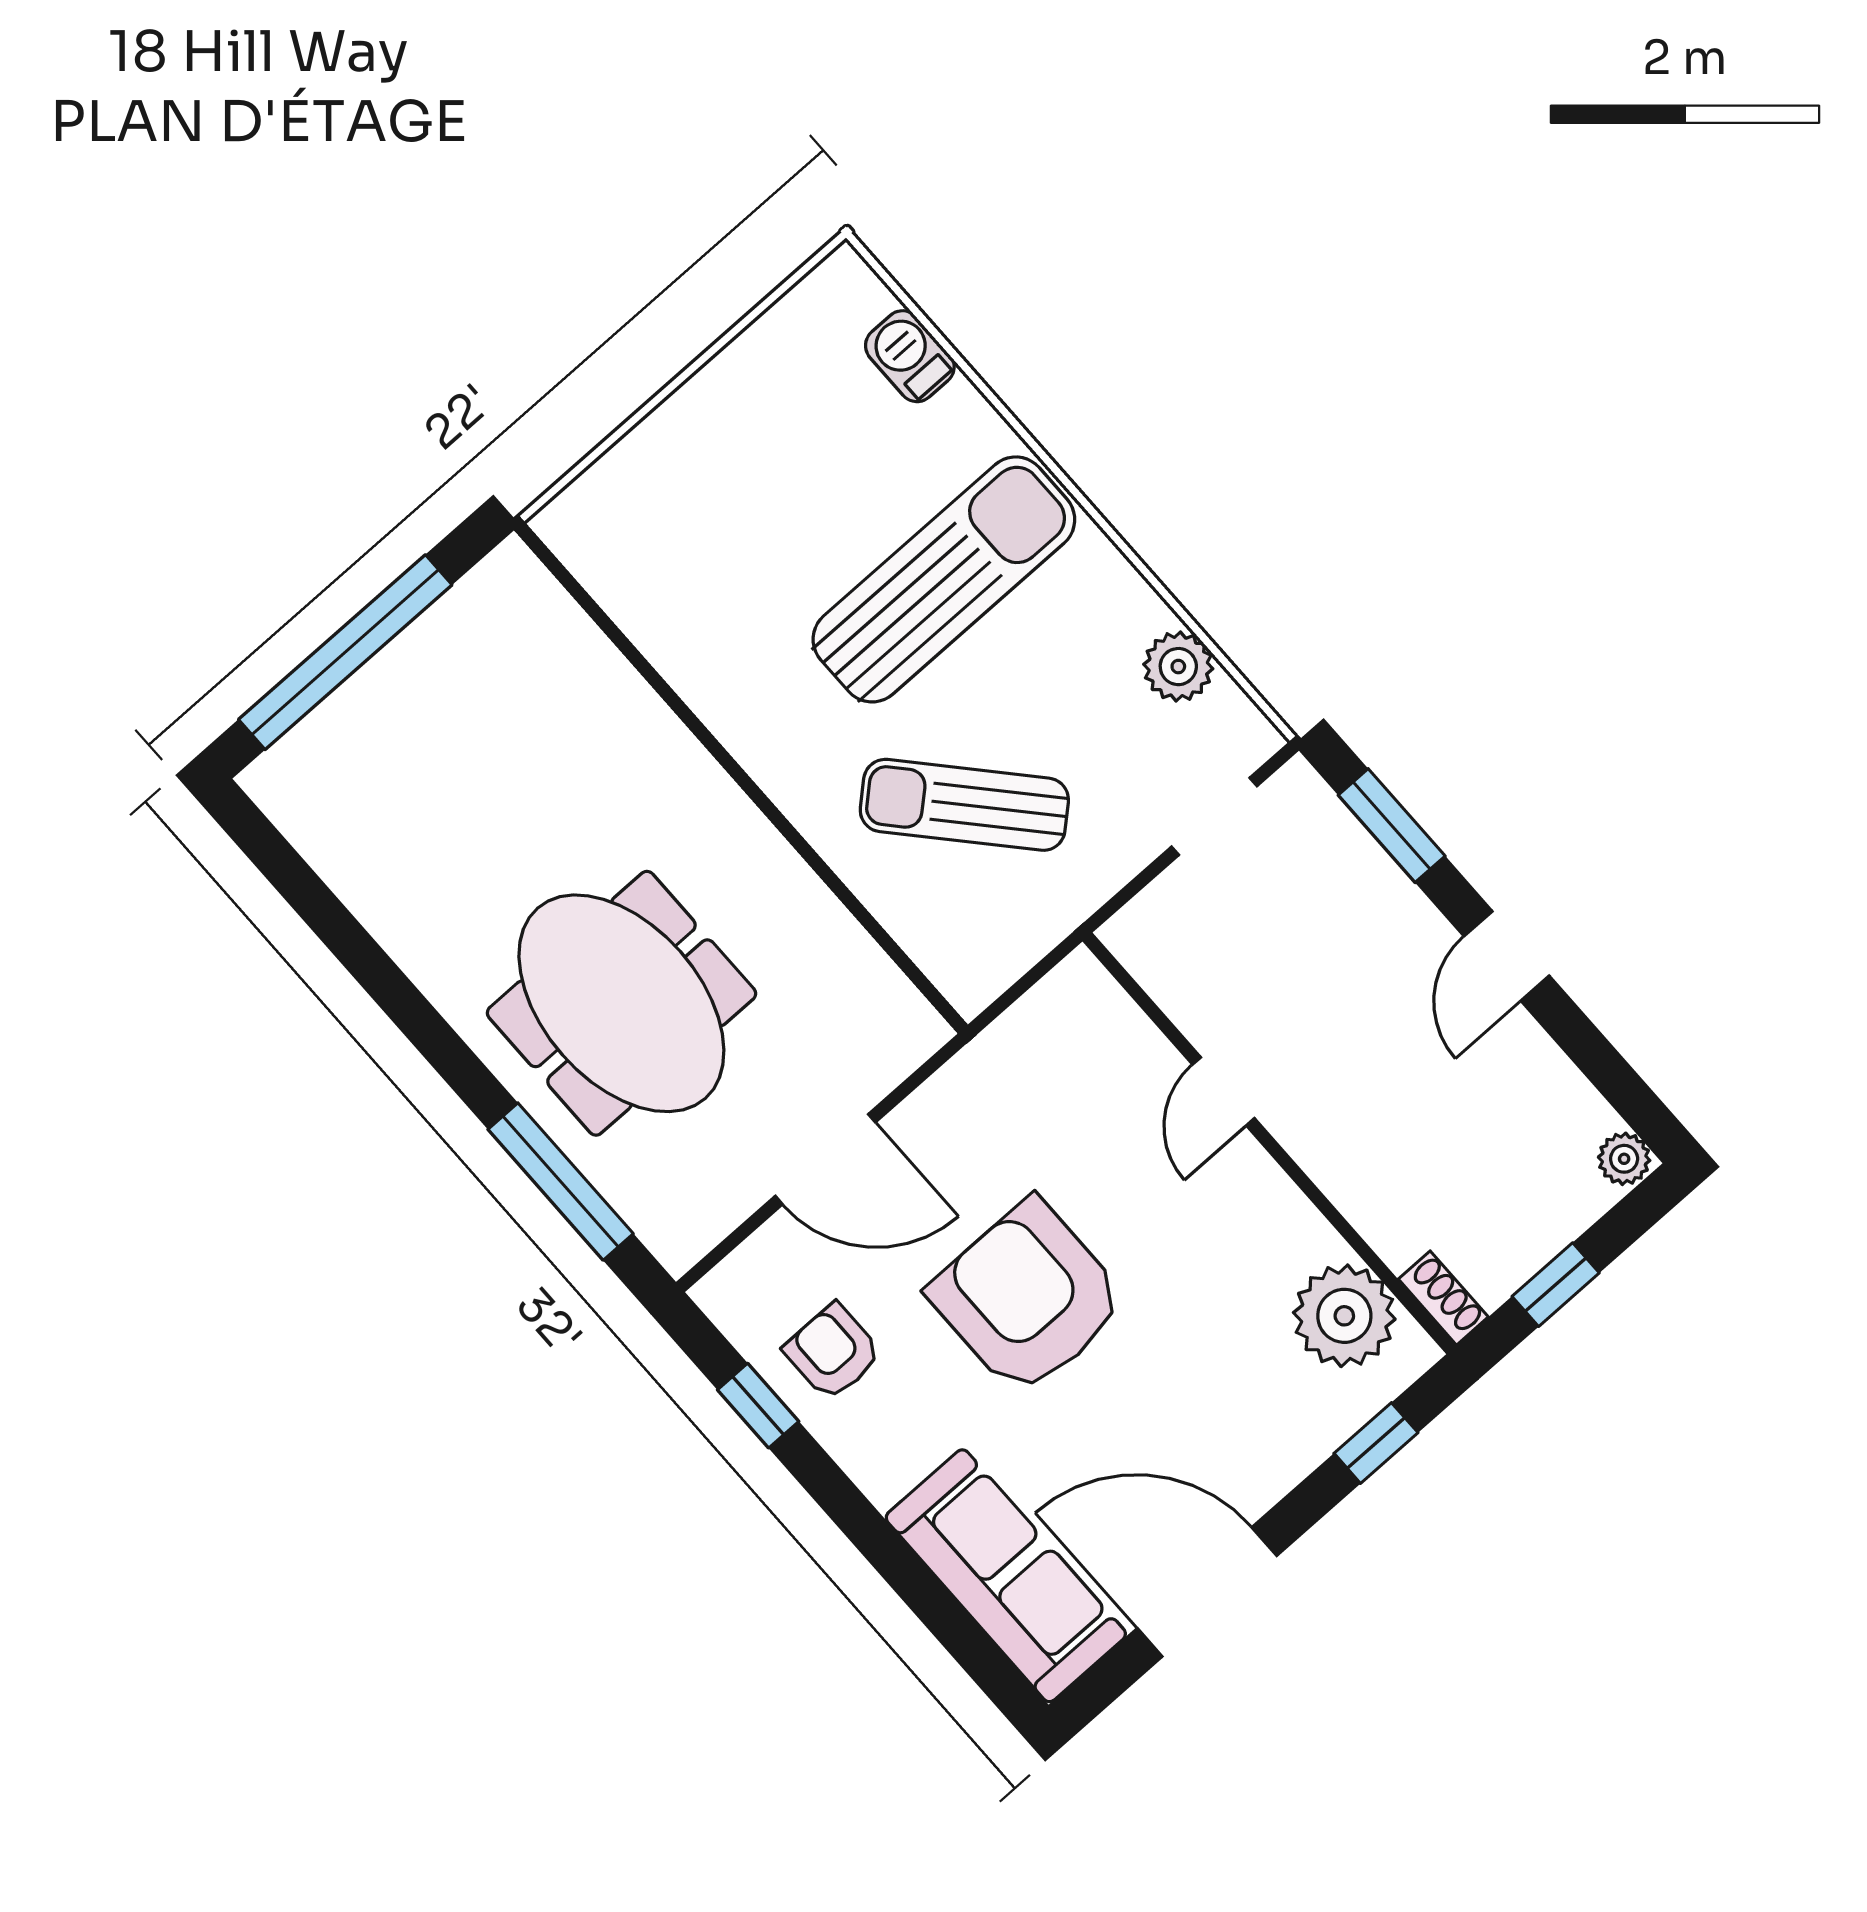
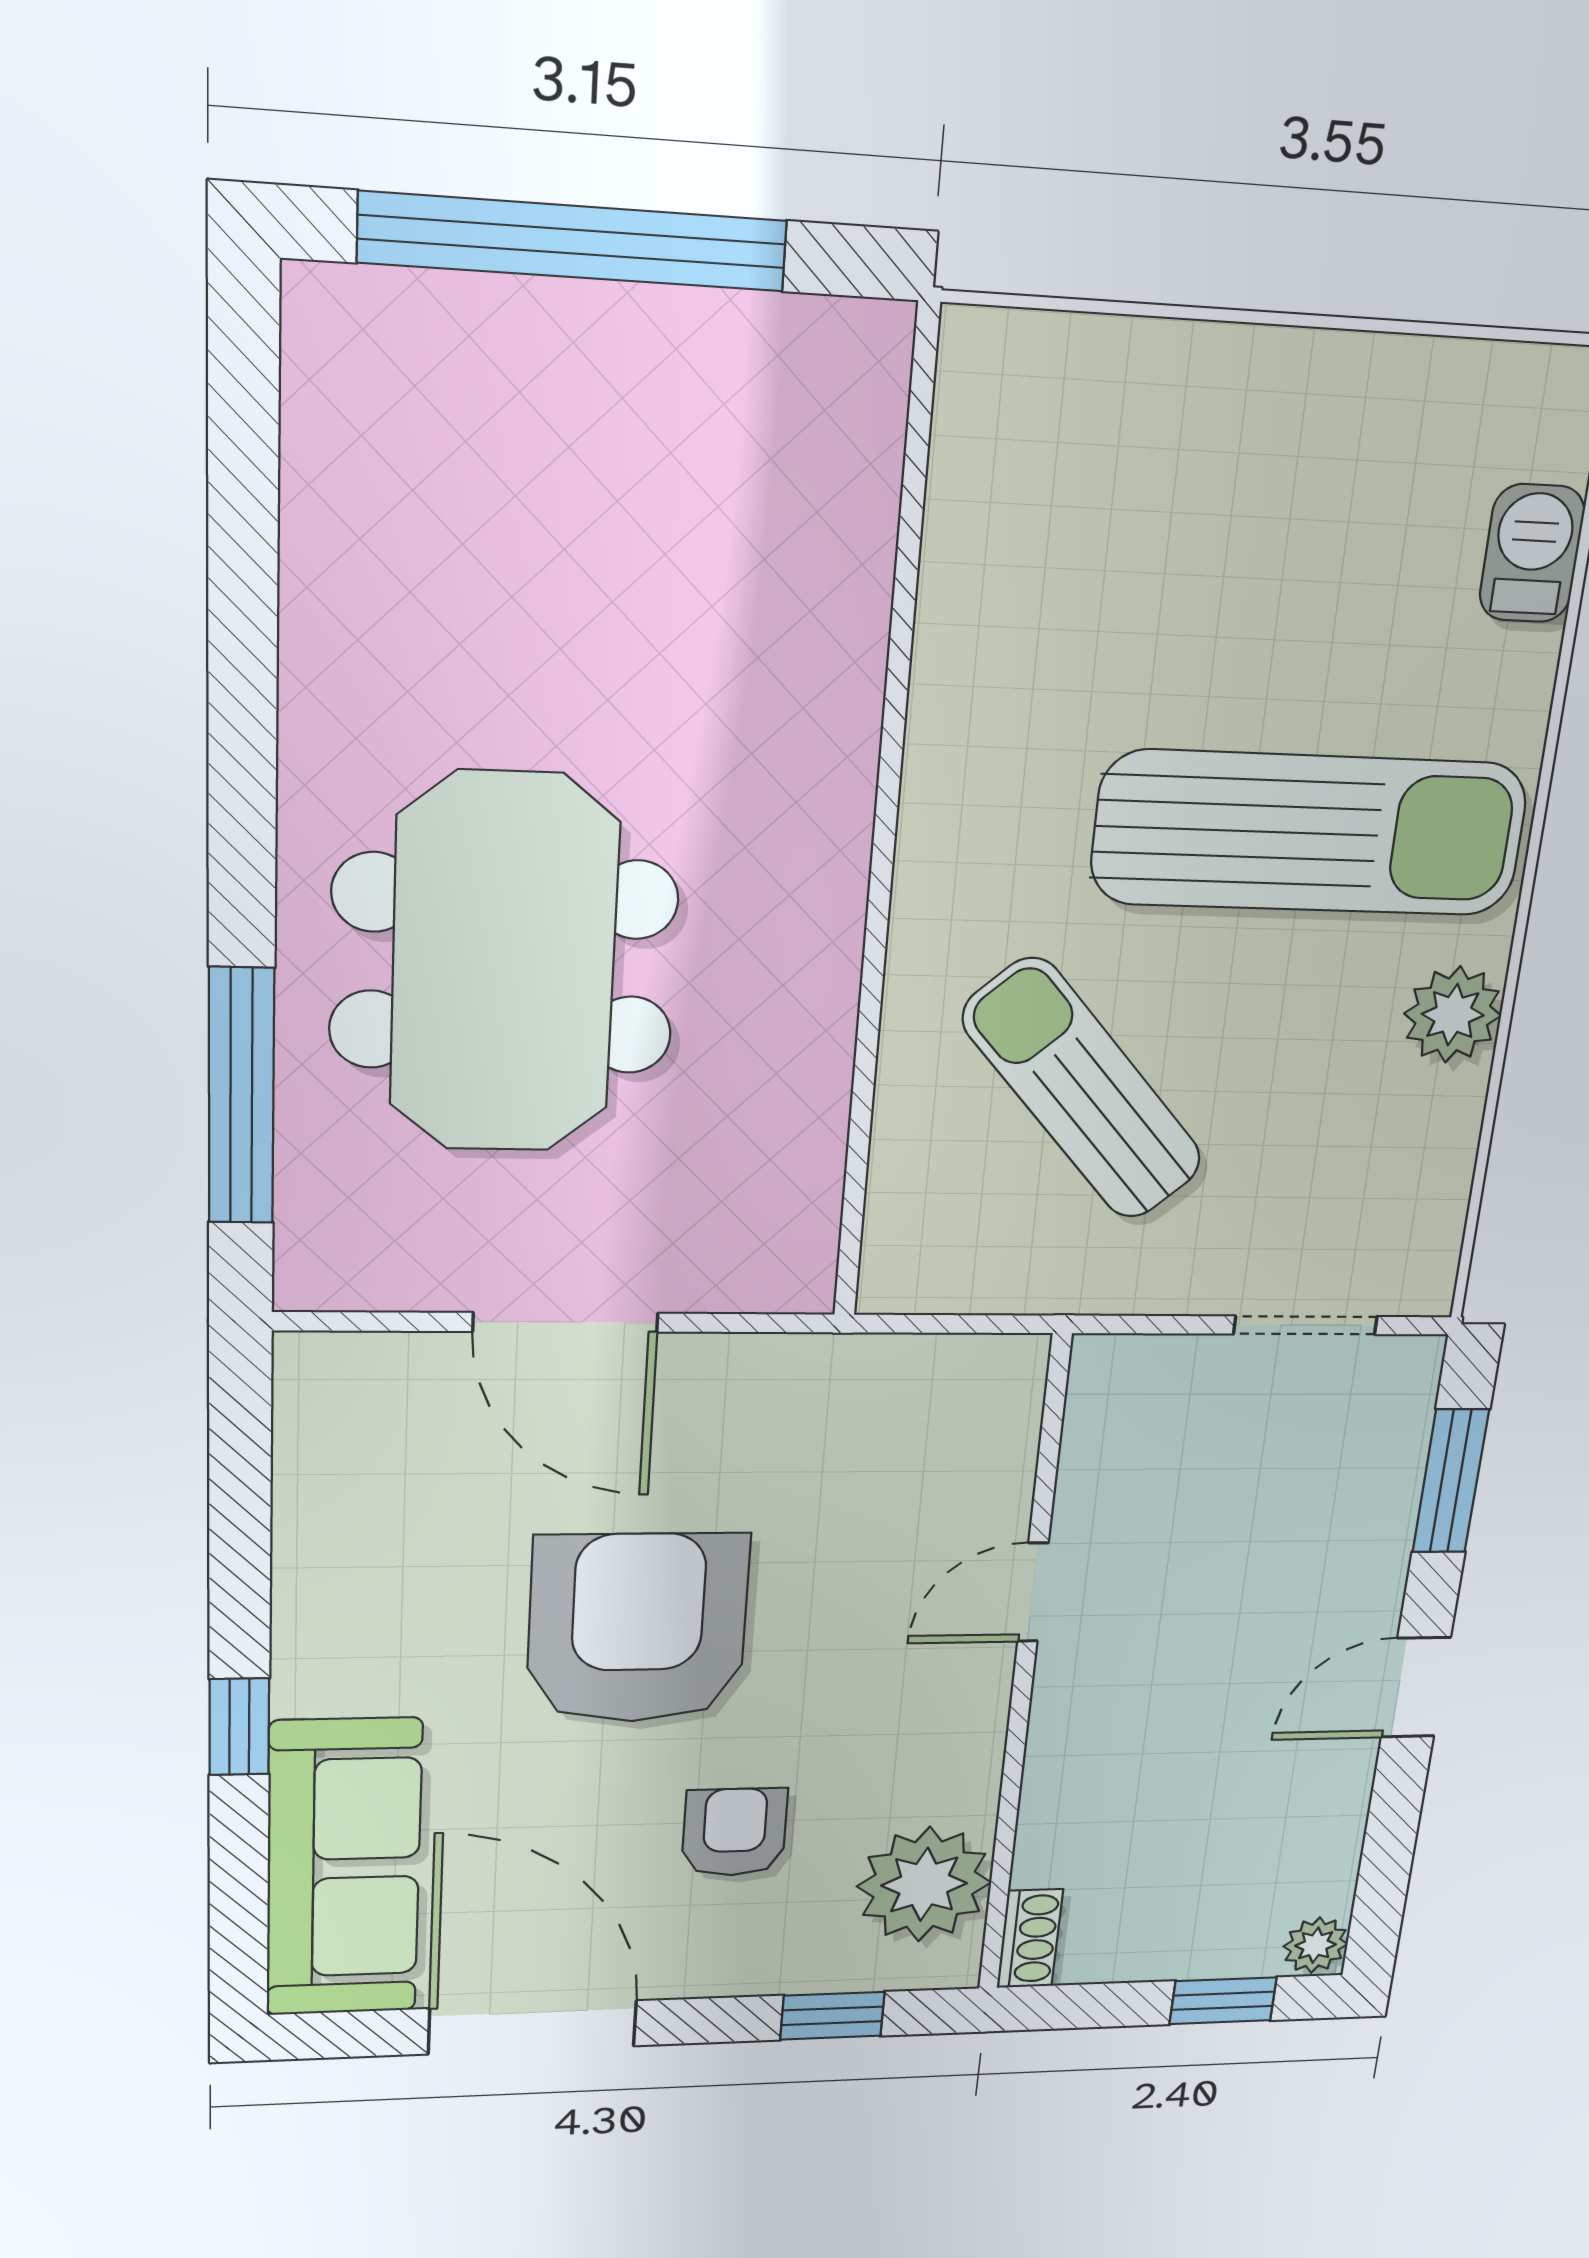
plant: (1178, 667) -> (1453, 1015), moved
window: (1556, 1285) -> (1223, 2001), moved
armchair: (833, 1352) -> (734, 1832), moved
window: (758, 1406) -> (239, 1727), moved

